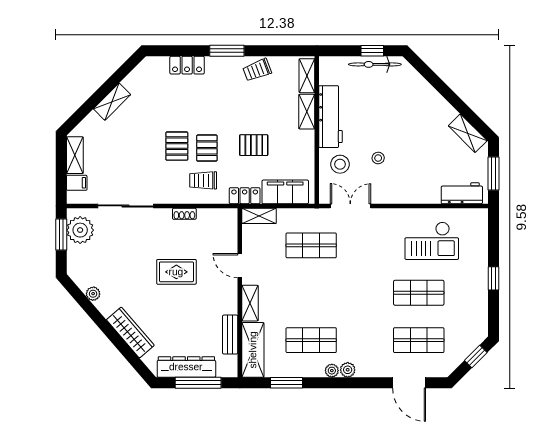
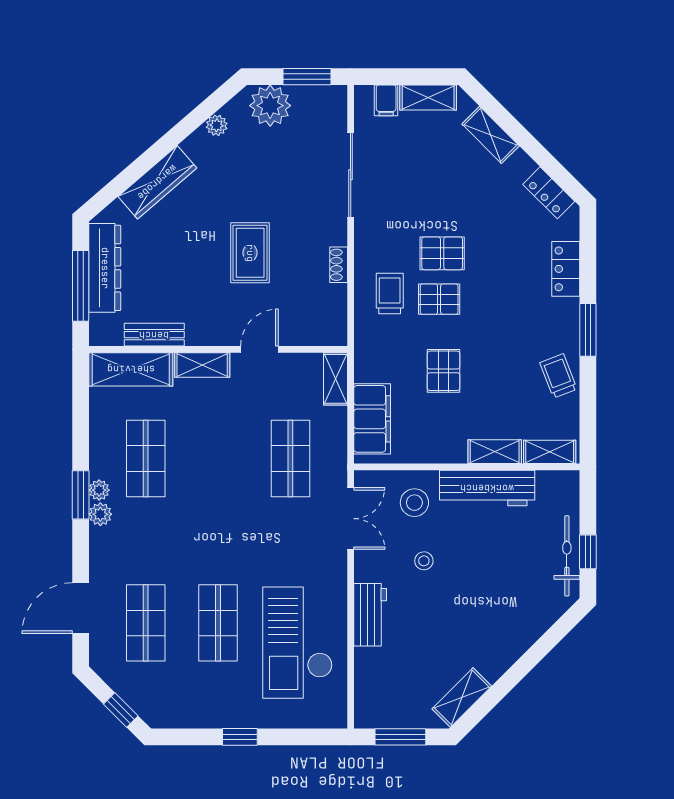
shelving: (112, 102) -> (491, 135), moved
workbench: (462, 193) -> (370, 615), moved
locker: (245, 196) -> (549, 193), moved, turned 135
plant: (80, 230) -> (270, 106), moved
checkout: (432, 241) -> (298, 643), width x1.36, depth x1.21
window: (287, 383) -> (81, 495), moved

